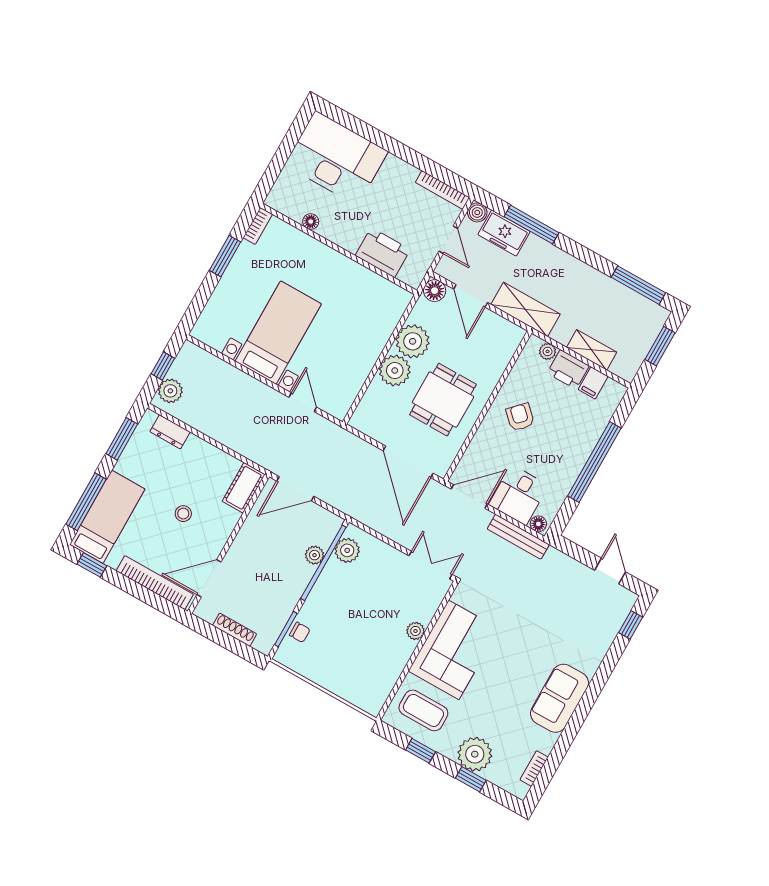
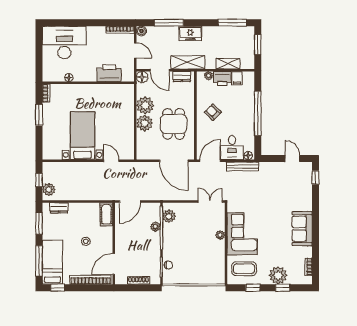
freezer: (504, 233) -> (190, 34), moved
dresser: (502, 327) -> (182, 76), added

